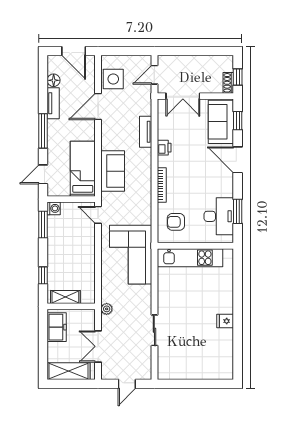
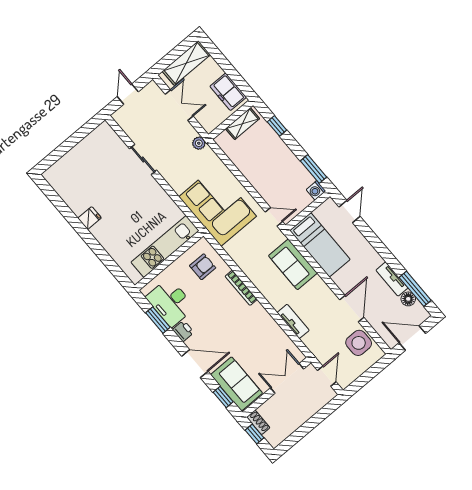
window: (43, 131) -> (415, 289), moved
printer: (164, 148) -> (183, 331), moved, turned 180

